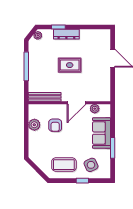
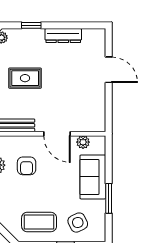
dresser: (66, 34) -> (63, 36), moved
rug: (70, 65) -> (25, 78), moved
door: (77, 103) -> (57, 134), hinge flipped

